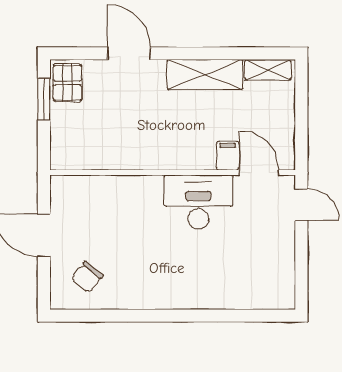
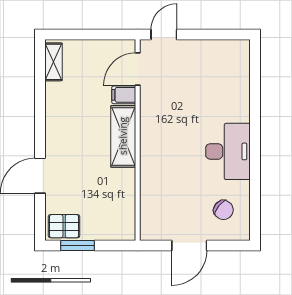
shelving: (205, 75) -> (123, 136), moved
desk: (198, 202) -> (228, 151), moved, turned 180

